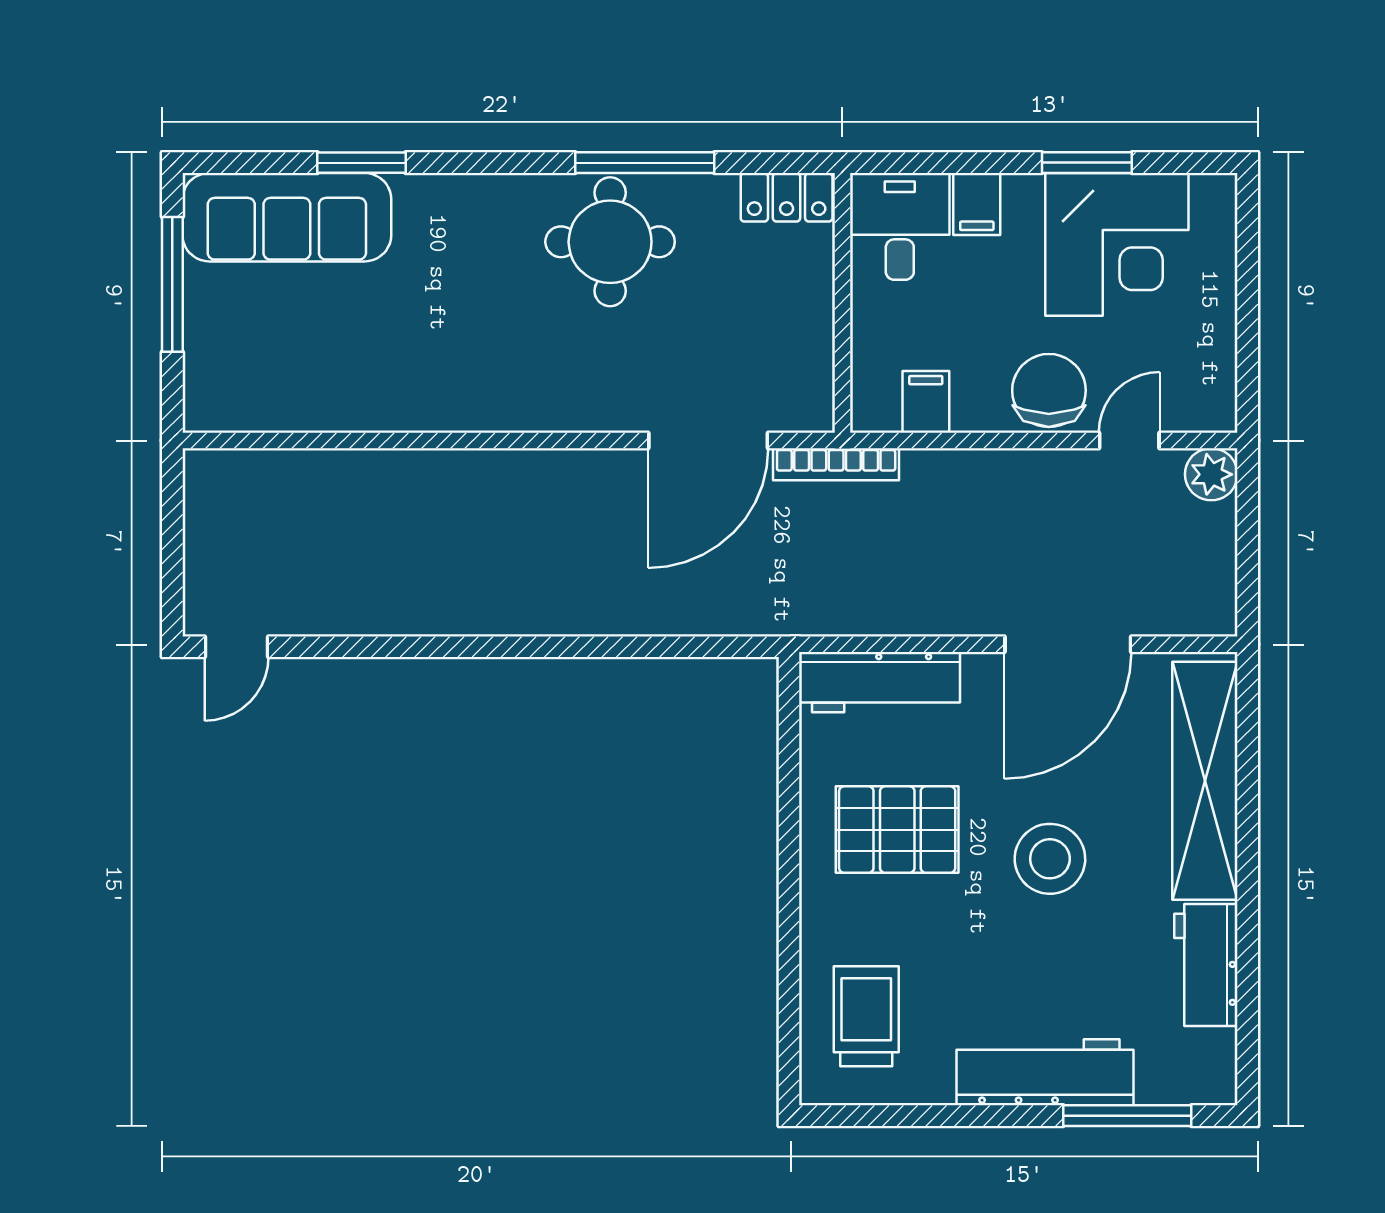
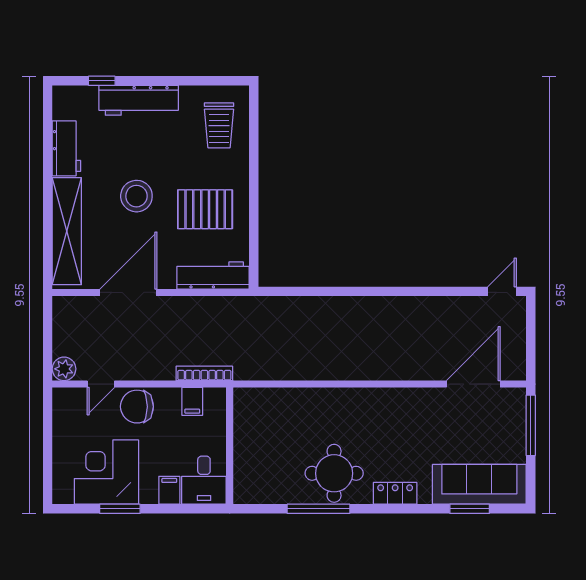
window: (361, 163) -> (470, 509), moved
locker: (787, 197) -> (395, 493), moved
window: (172, 284) -> (531, 425), moved
chair: (1049, 390) -> (137, 407), turned 90
door: (708, 440) -> (473, 384), moved
bookcase: (836, 464) -> (204, 373), moved
window: (1127, 1116) -> (102, 81), width x0.46

